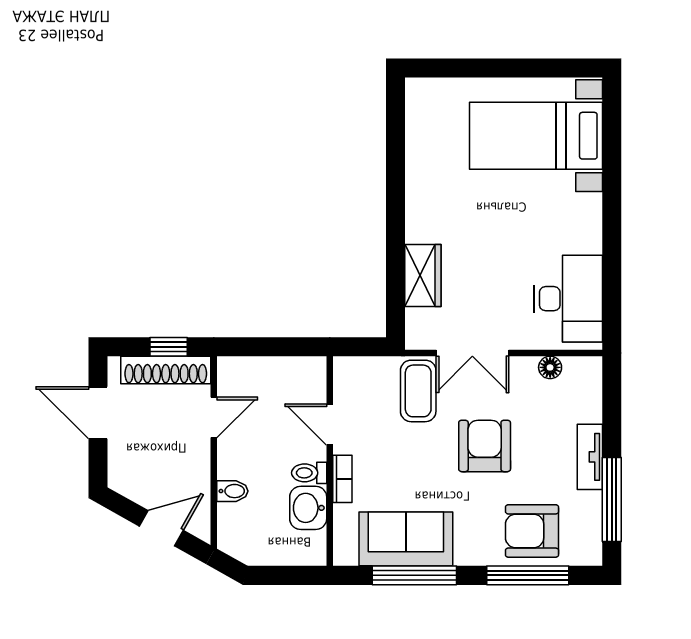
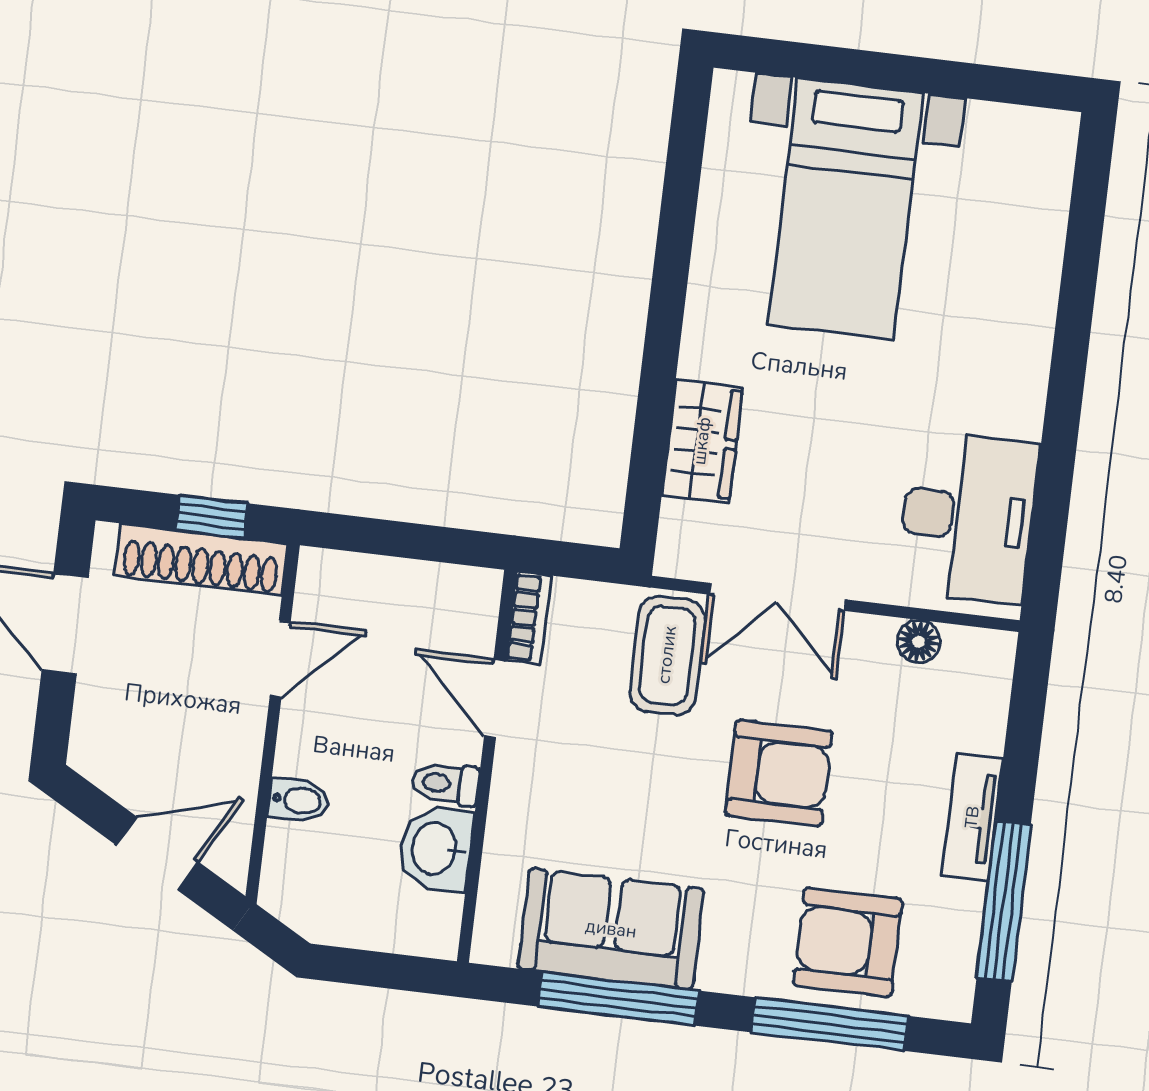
bed with nightstands: (536, 136) -> (846, 209), moved, turned -90
armchair: (485, 446) -> (779, 773), turned 90
bookcase: (342, 479) -> (528, 618), moved

